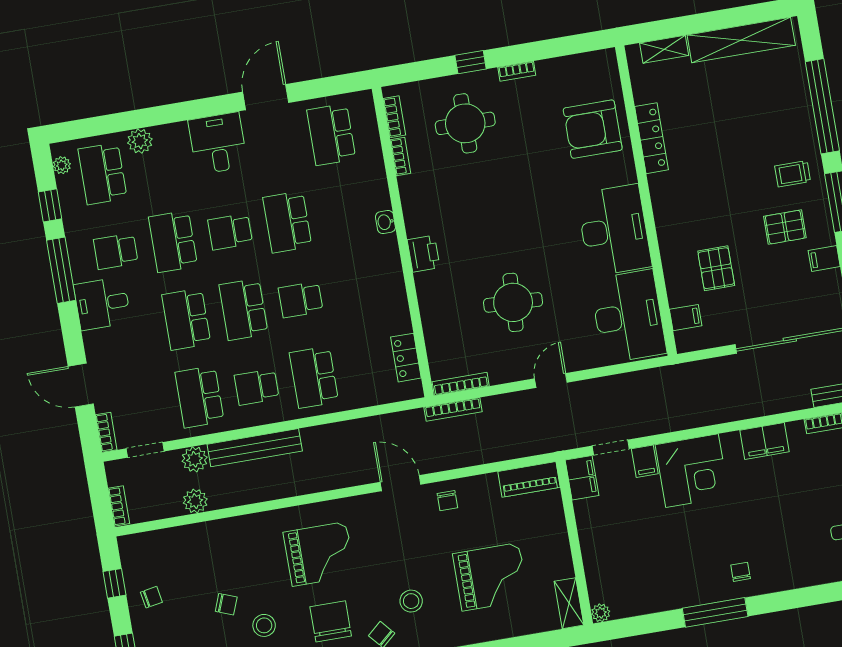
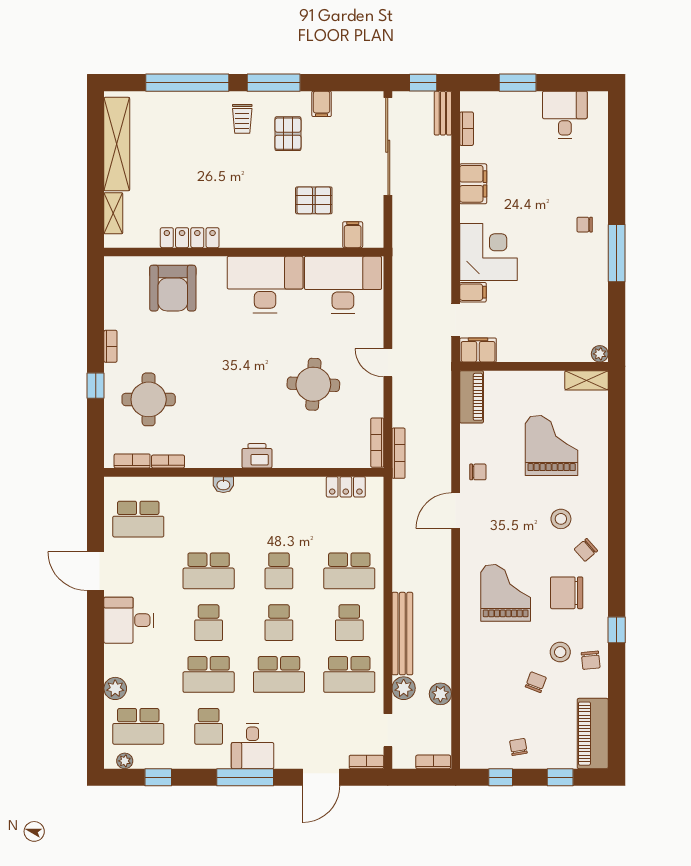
window: (61, 270) -> (245, 777), moved
school desk: (243, 309) -> (279, 623), width x0.54

